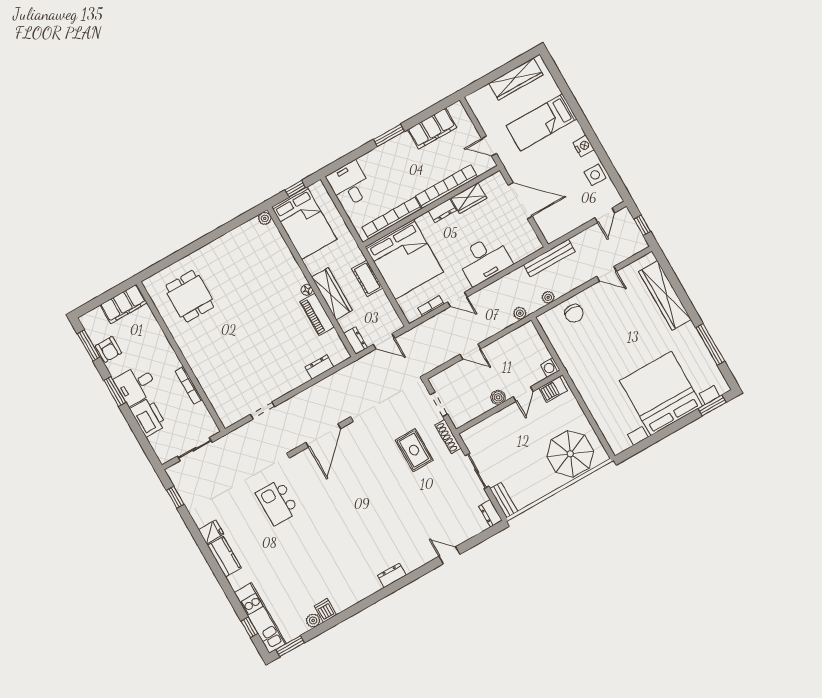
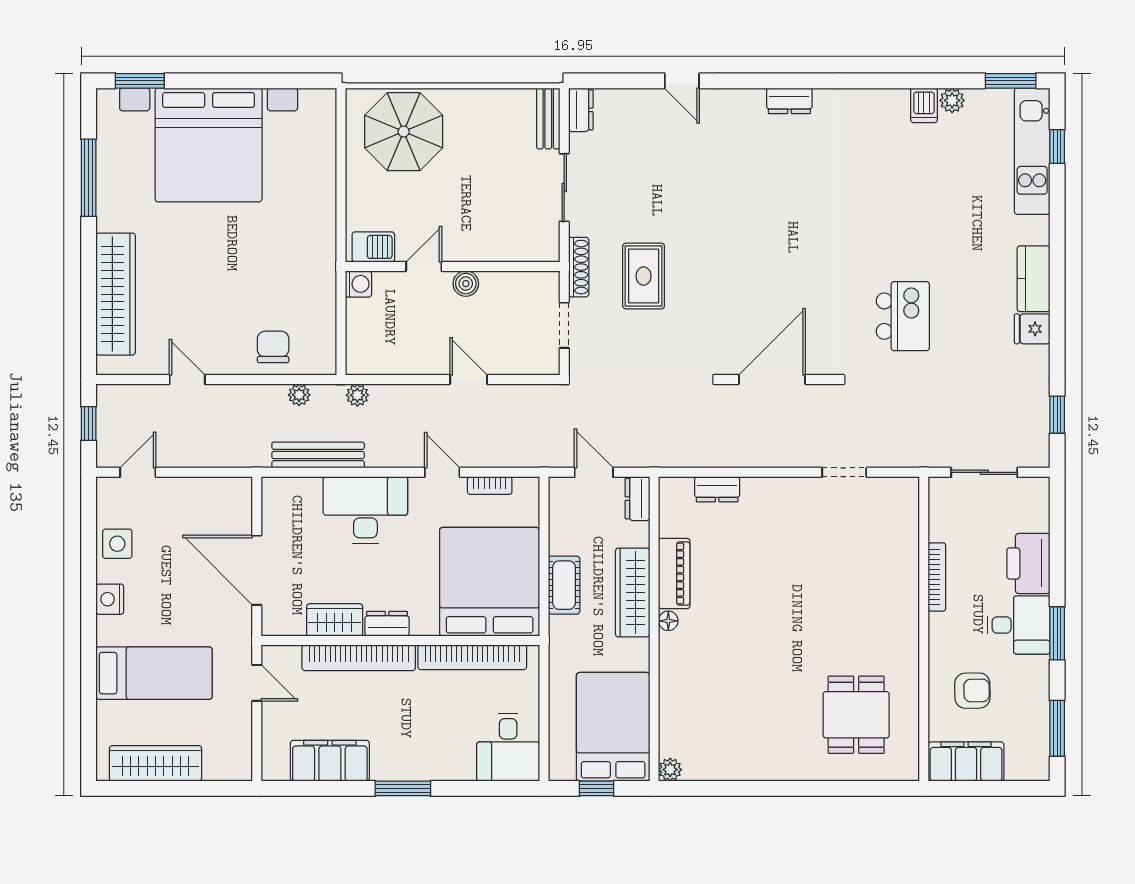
bench: (549, 258) -> (318, 455), moved
armchair: (109, 349) -> (972, 691), moved, turned 89

